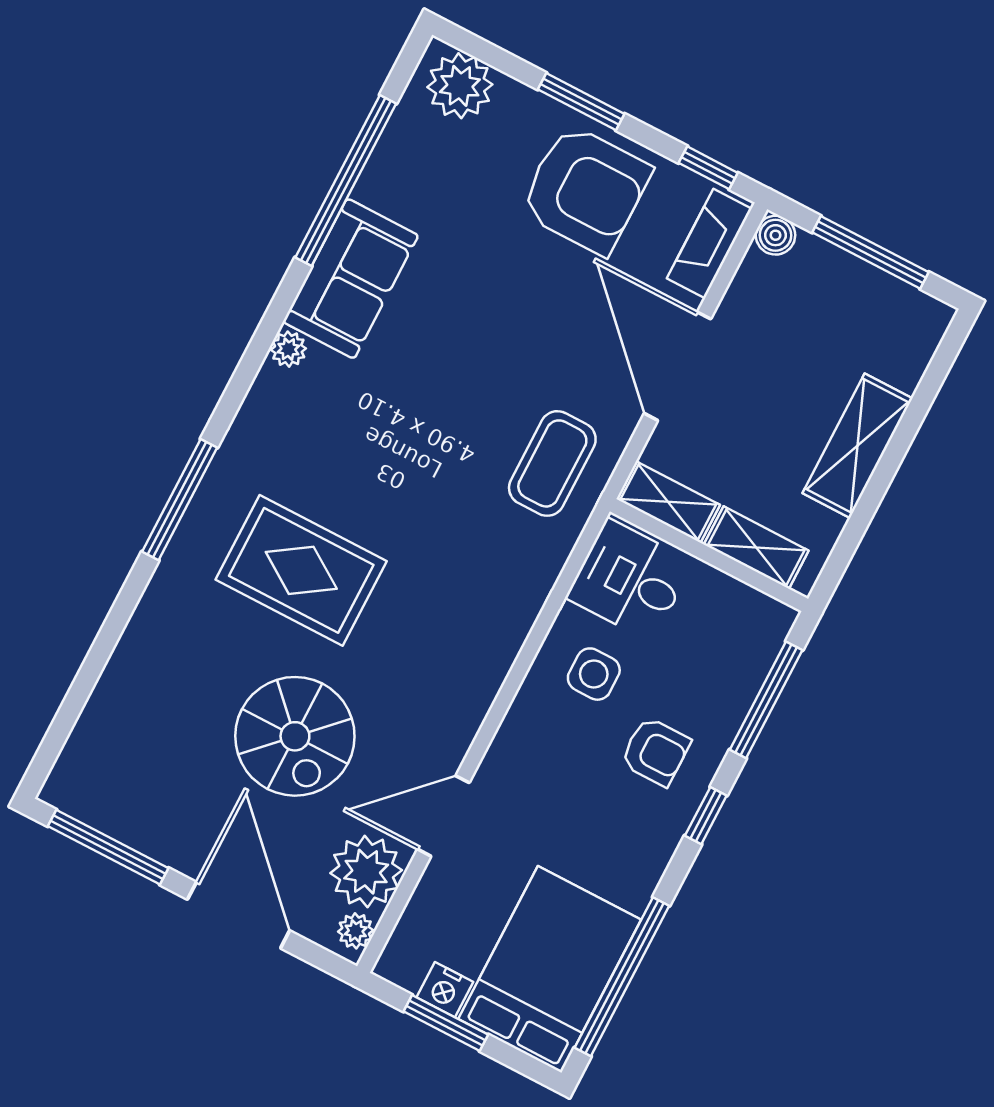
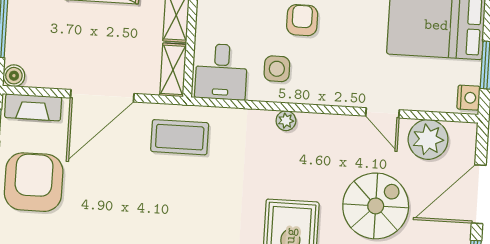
door: (443, 816) -> (382, 113), width x0.73
plant: (356, 931) -> (286, 121), moved
nightstand: (445, 990) -> (468, 98), moved

